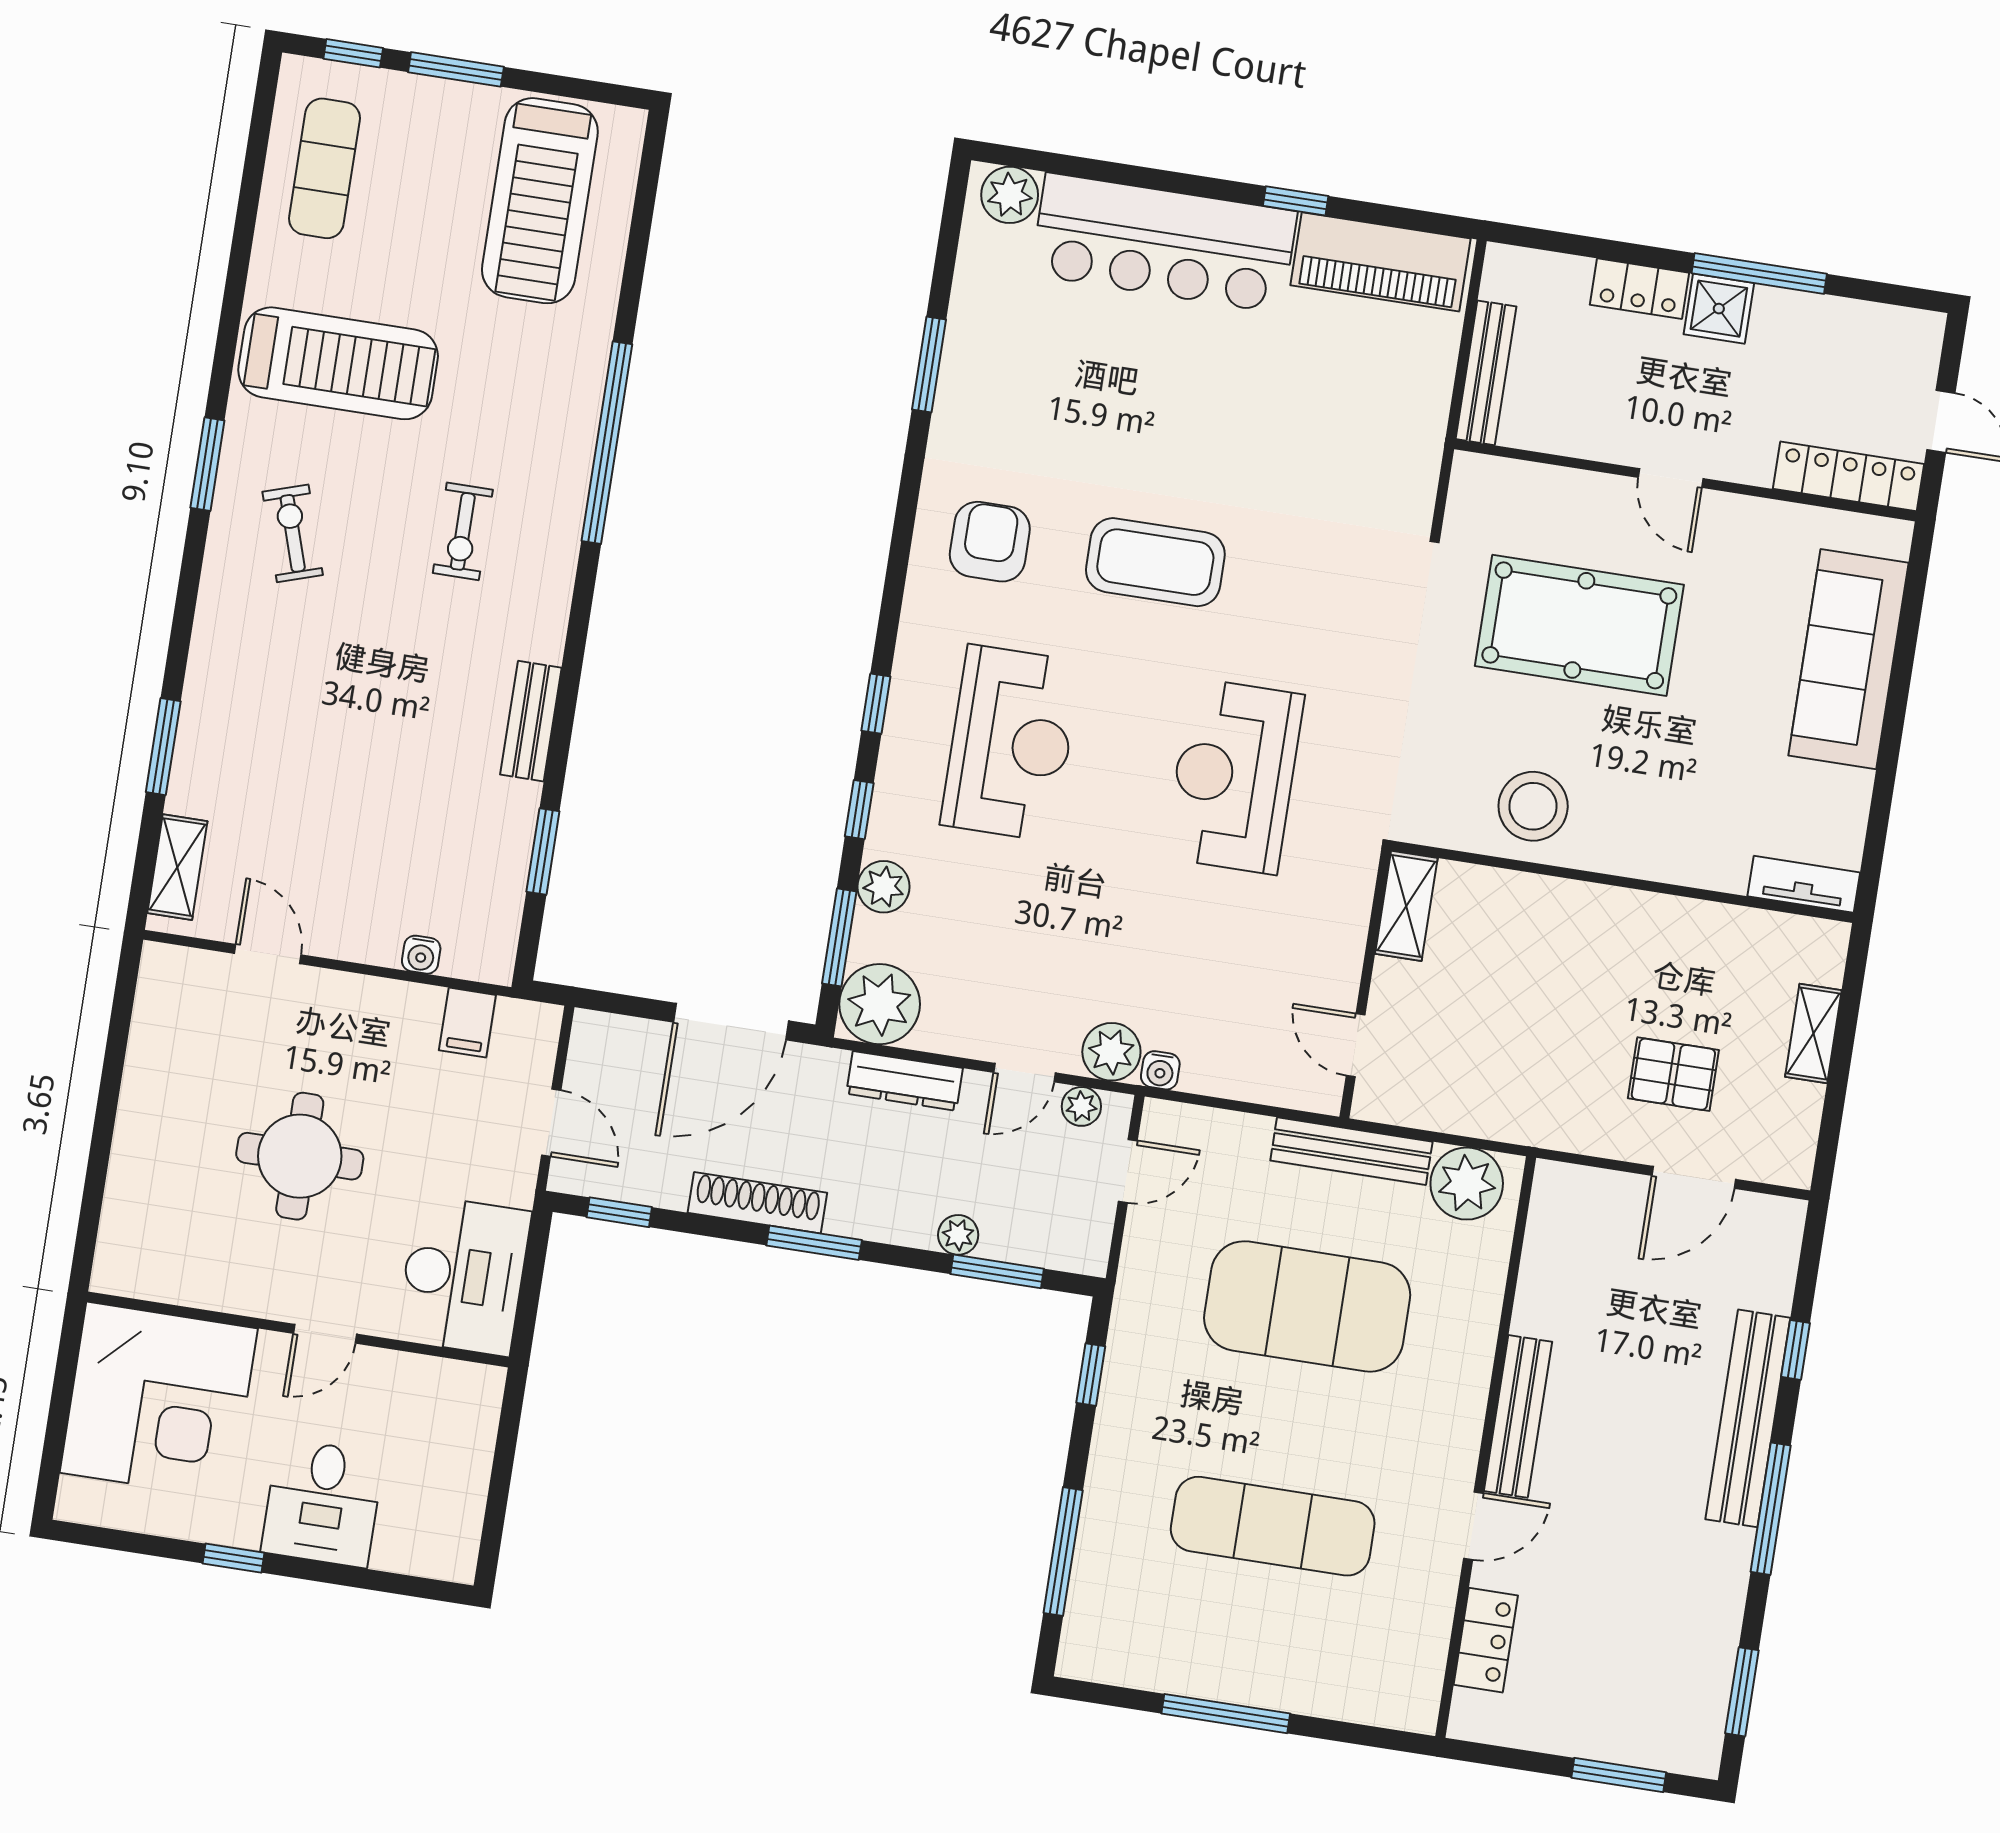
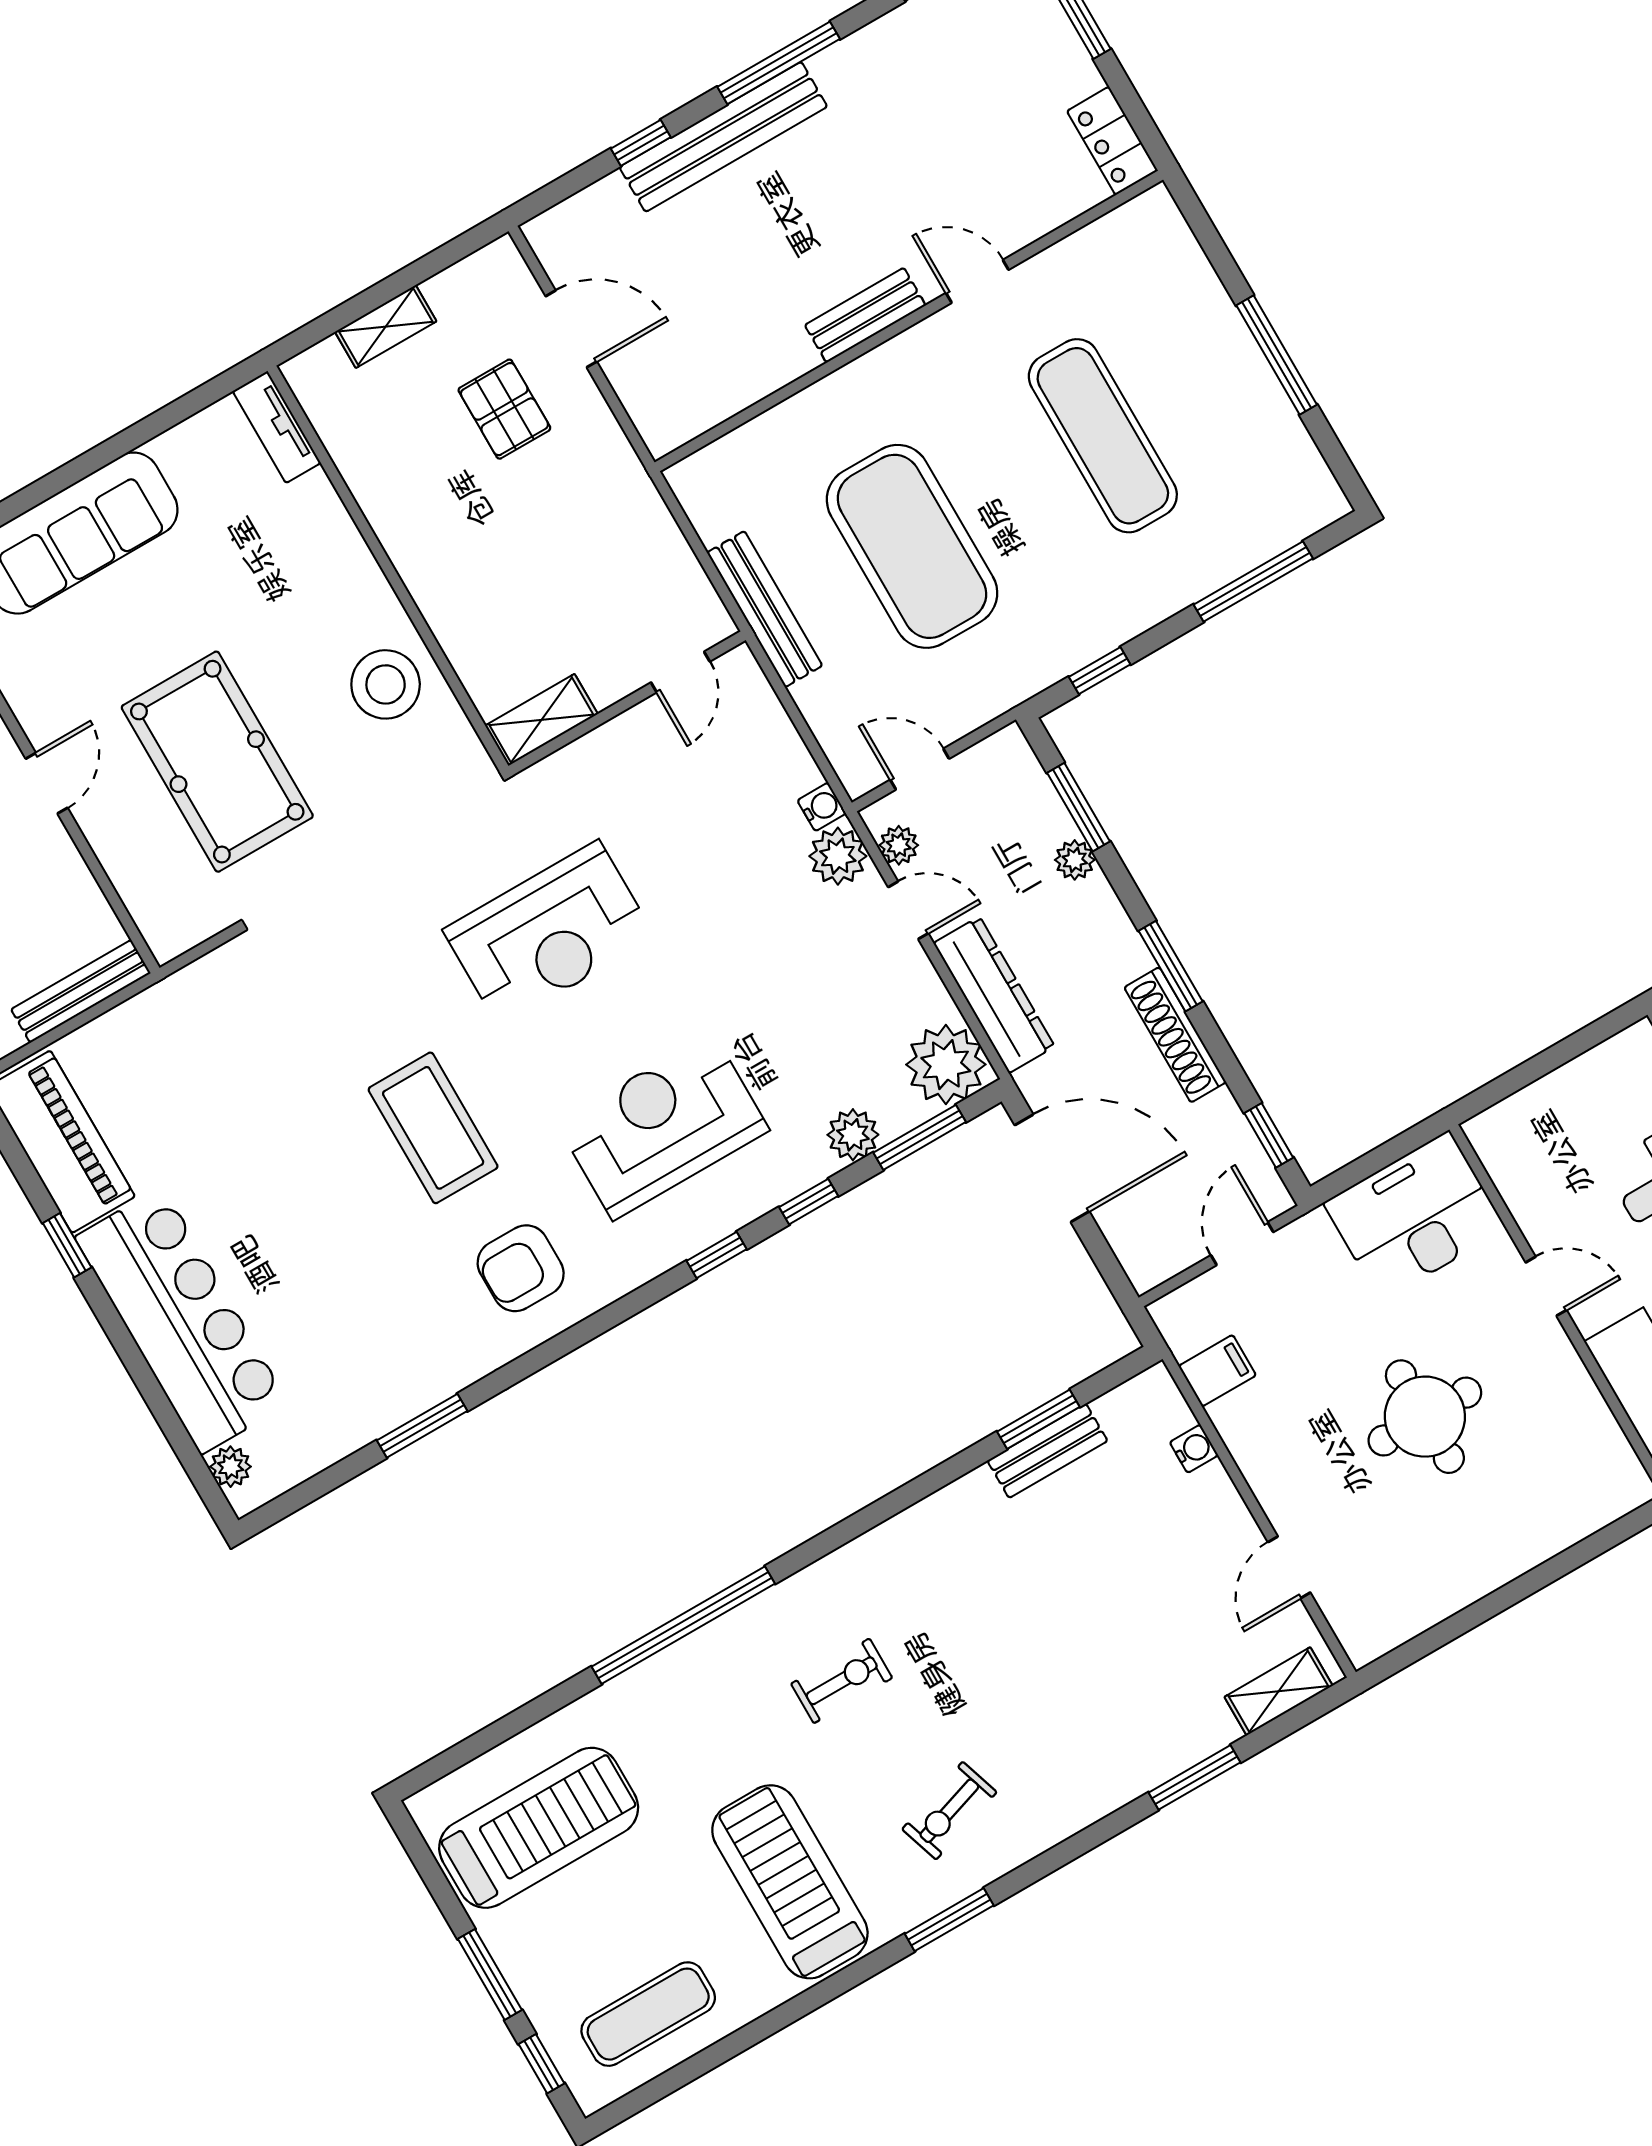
plant: (1010, 195) -> (231, 1467), width x0.73, depth x0.73
bench: (531, 721) -> (1047, 1451), moved
dresser: (904, 1081) -> (994, 995), width x1.37, depth x1.24
plant: (1467, 1184) -> (718, 500), removed
bench: (1518, 1416) -> (865, 315), width x0.73
locker: (1486, 1640) -> (1112, 141), moved, turned -90

